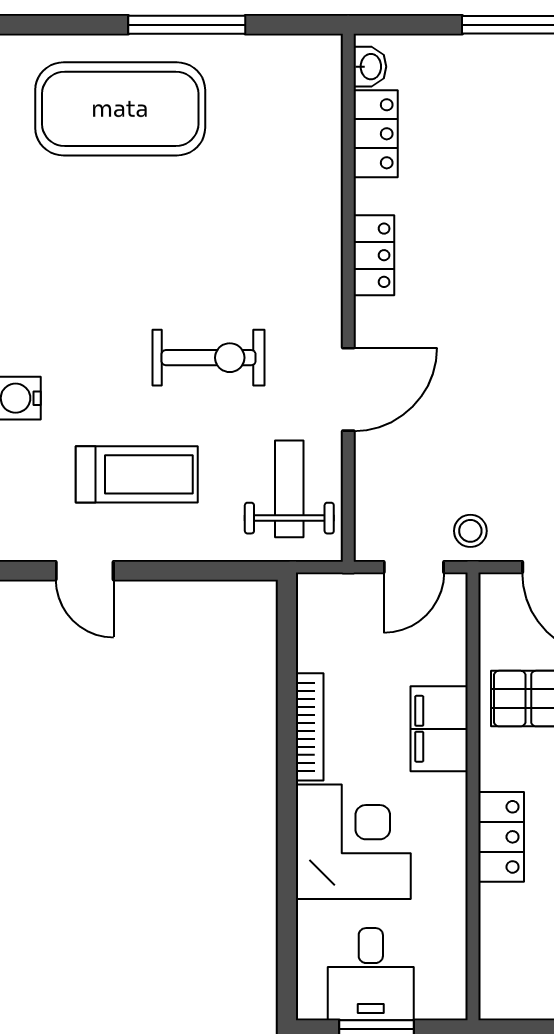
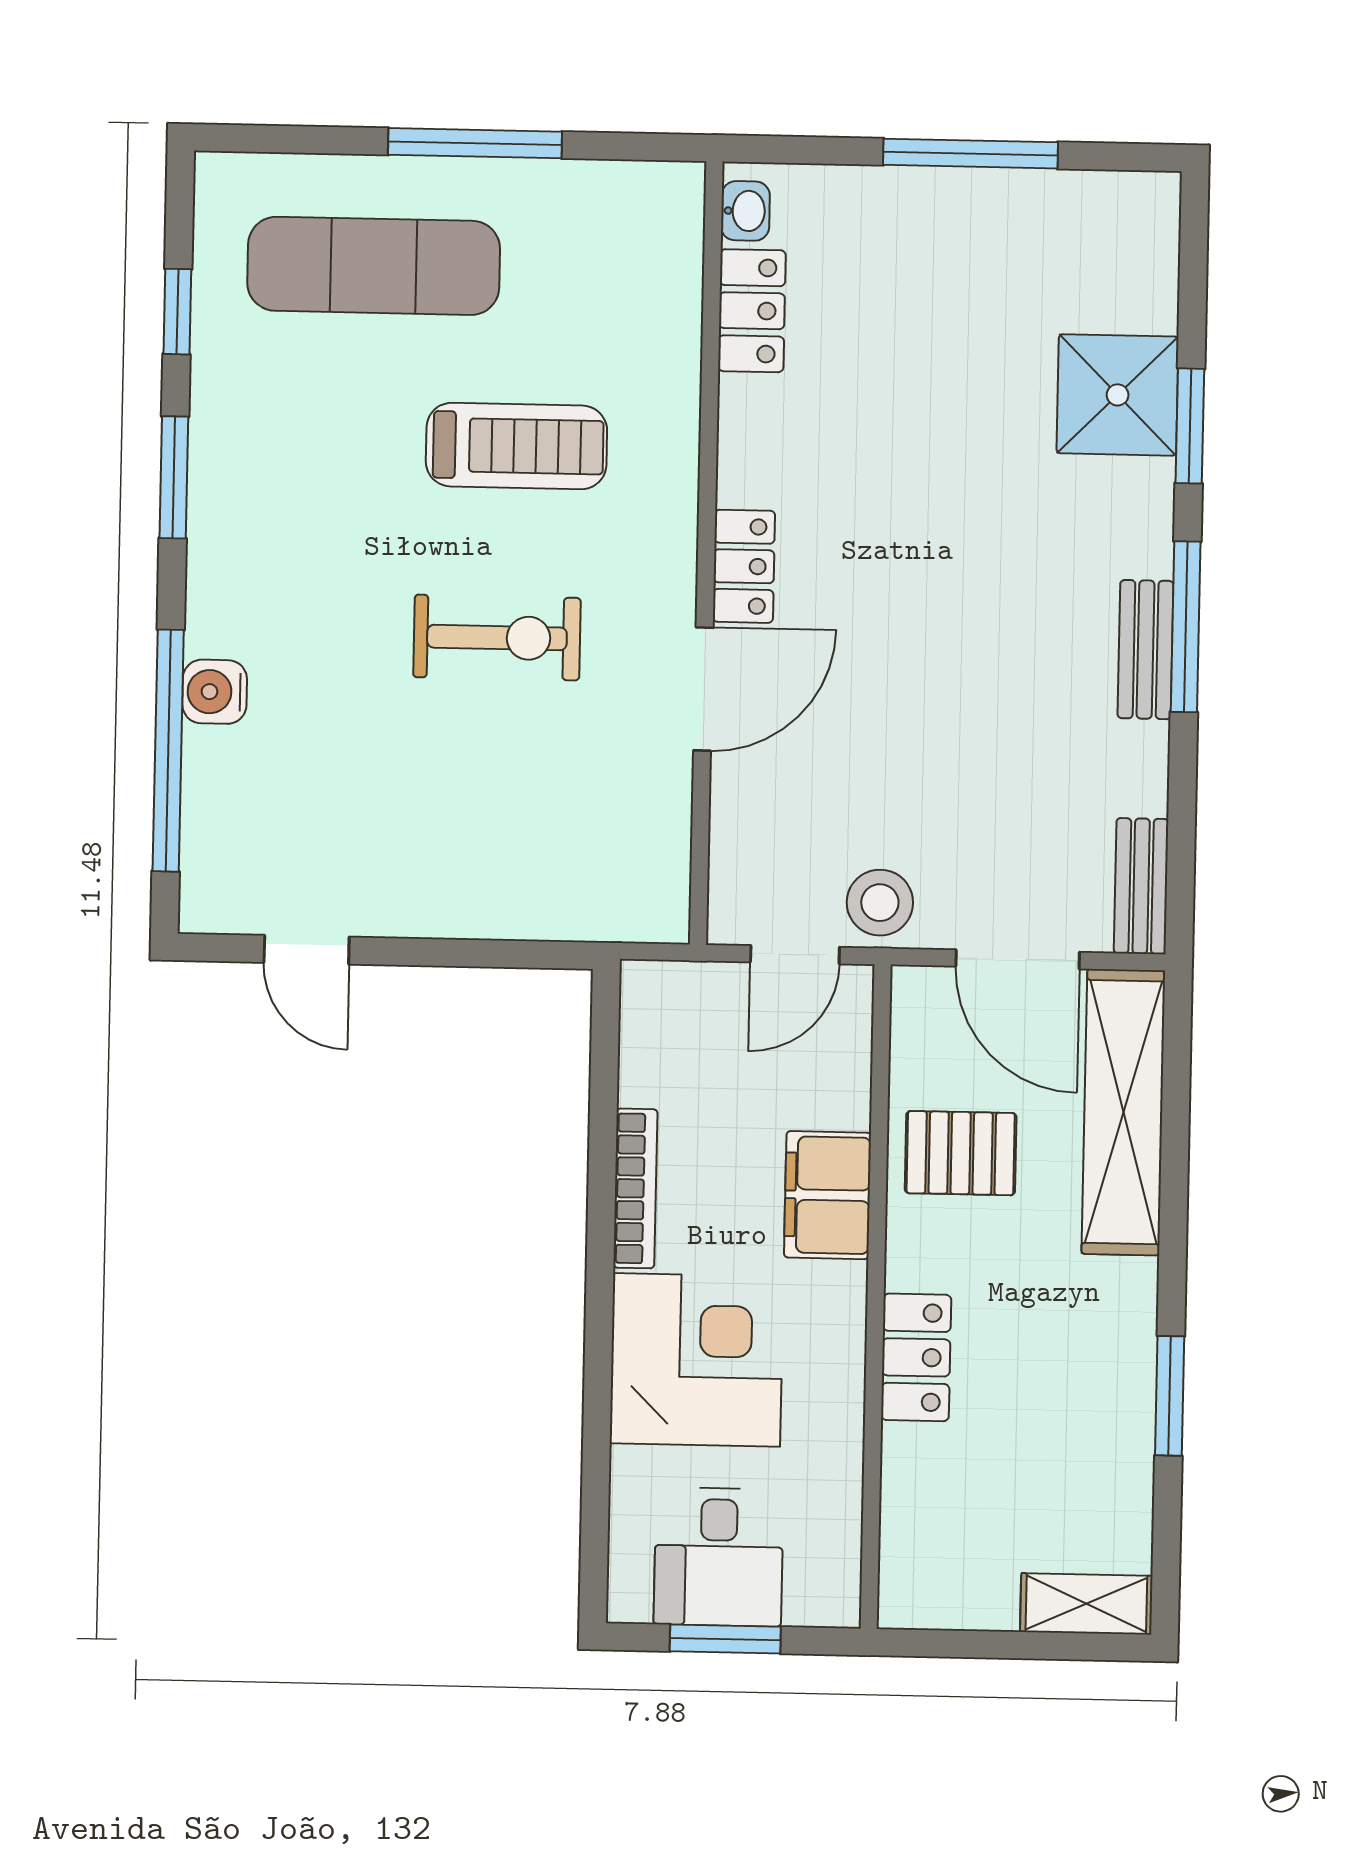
exercise mat: (120, 109) -> (374, 266), width x0.68
locker: (374, 255) -> (744, 566), moved
treadmill: (137, 474) -> (516, 446), moved
weight bench: (289, 489) -> (613, 835), removed
stool: (470, 531) -> (880, 903), width x1.37, depth x1.37

